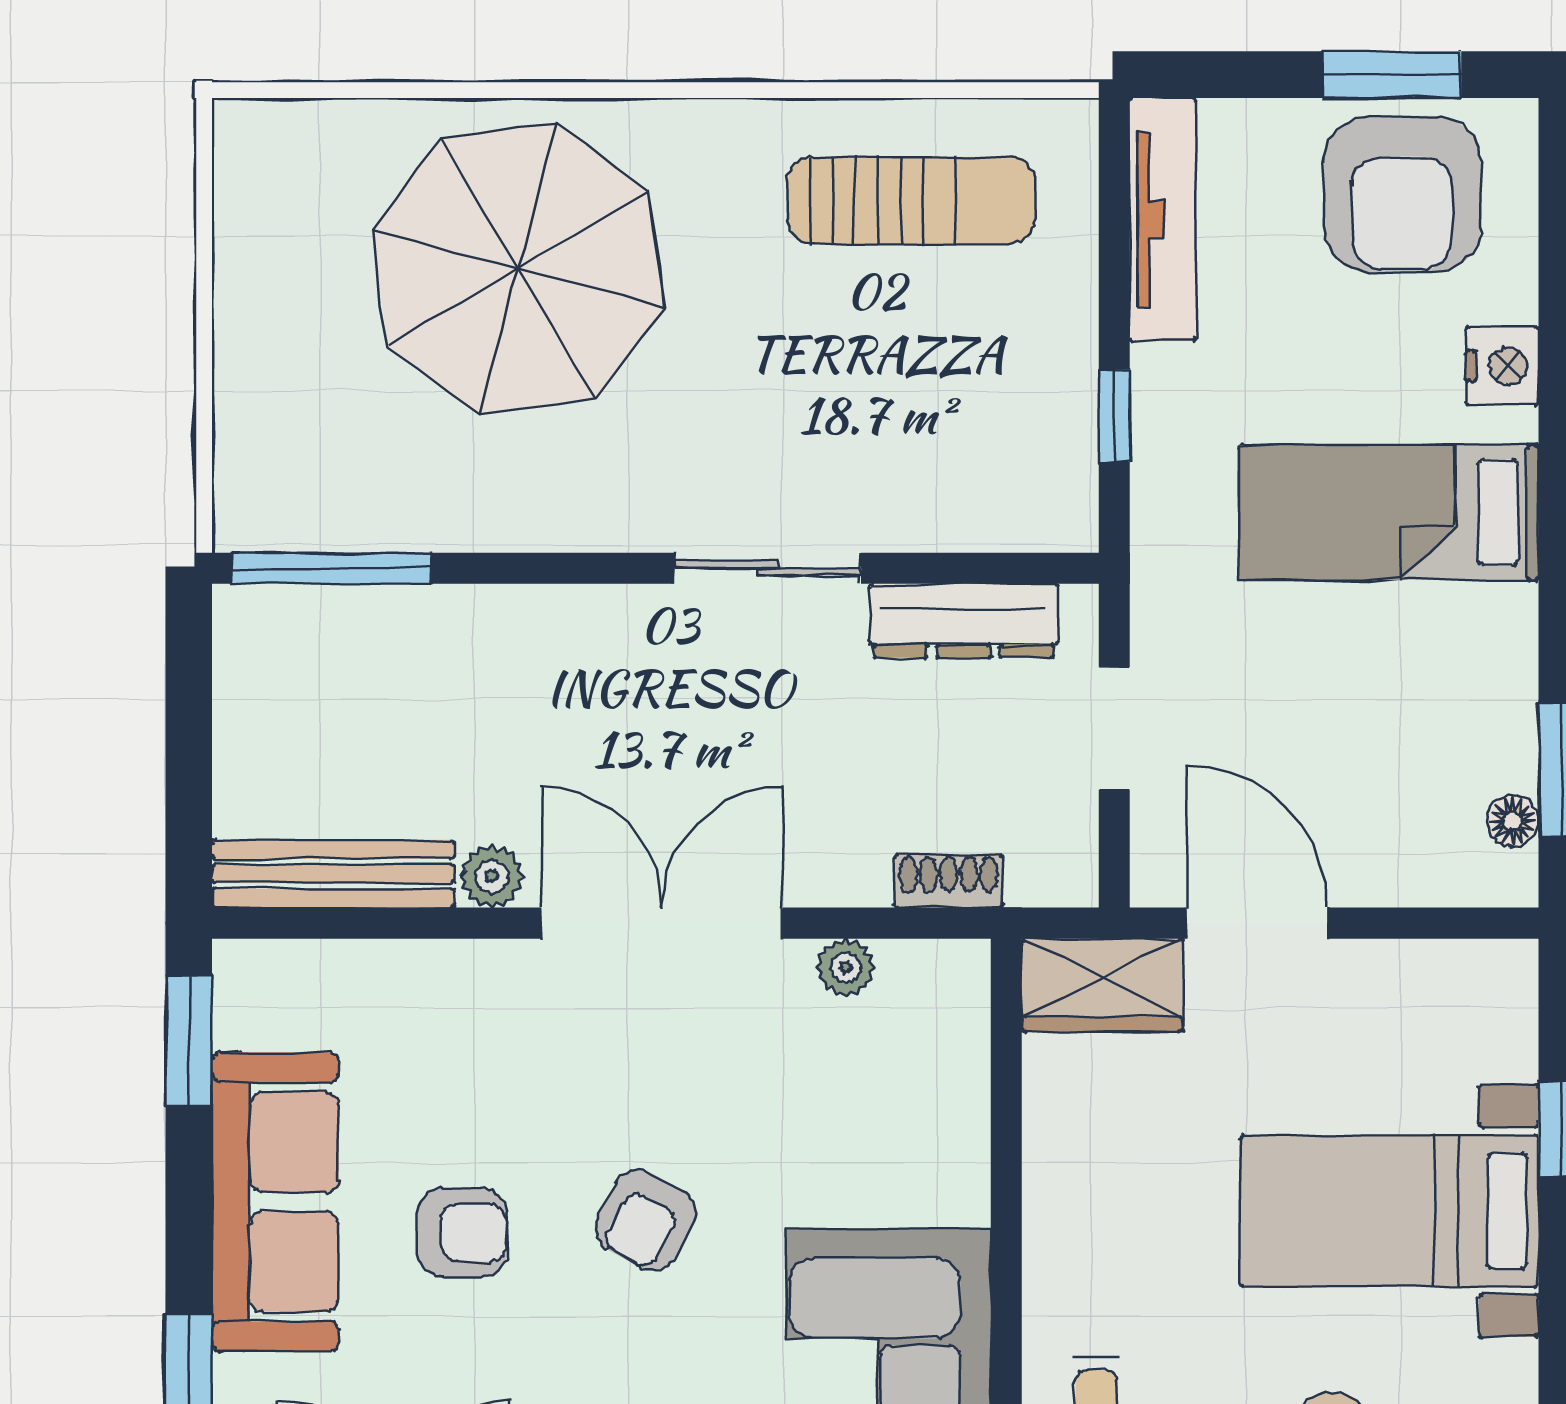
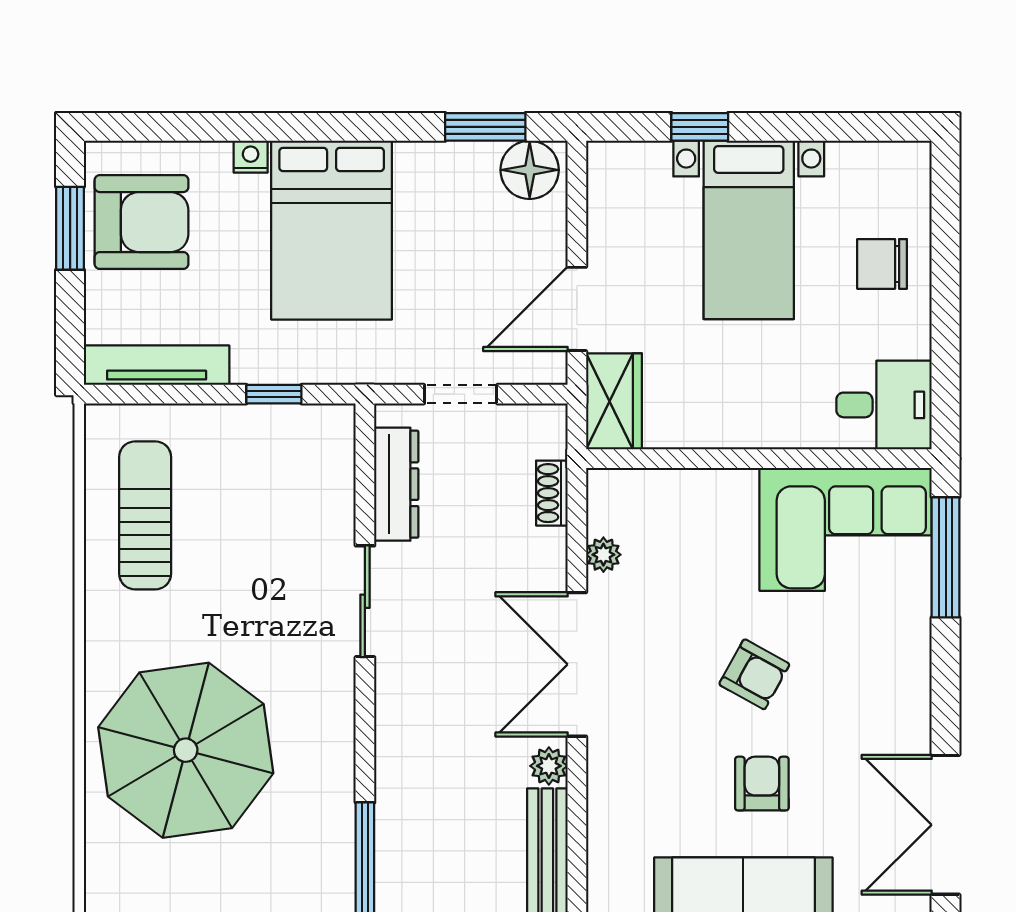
nightstand: (1502, 366) -> (251, 157), width x0.72, depth x0.74
bed: (1389, 512) -> (332, 230), width x1.50
floor lamp: (1513, 821) -> (530, 170), width x1.89, depth x1.89

